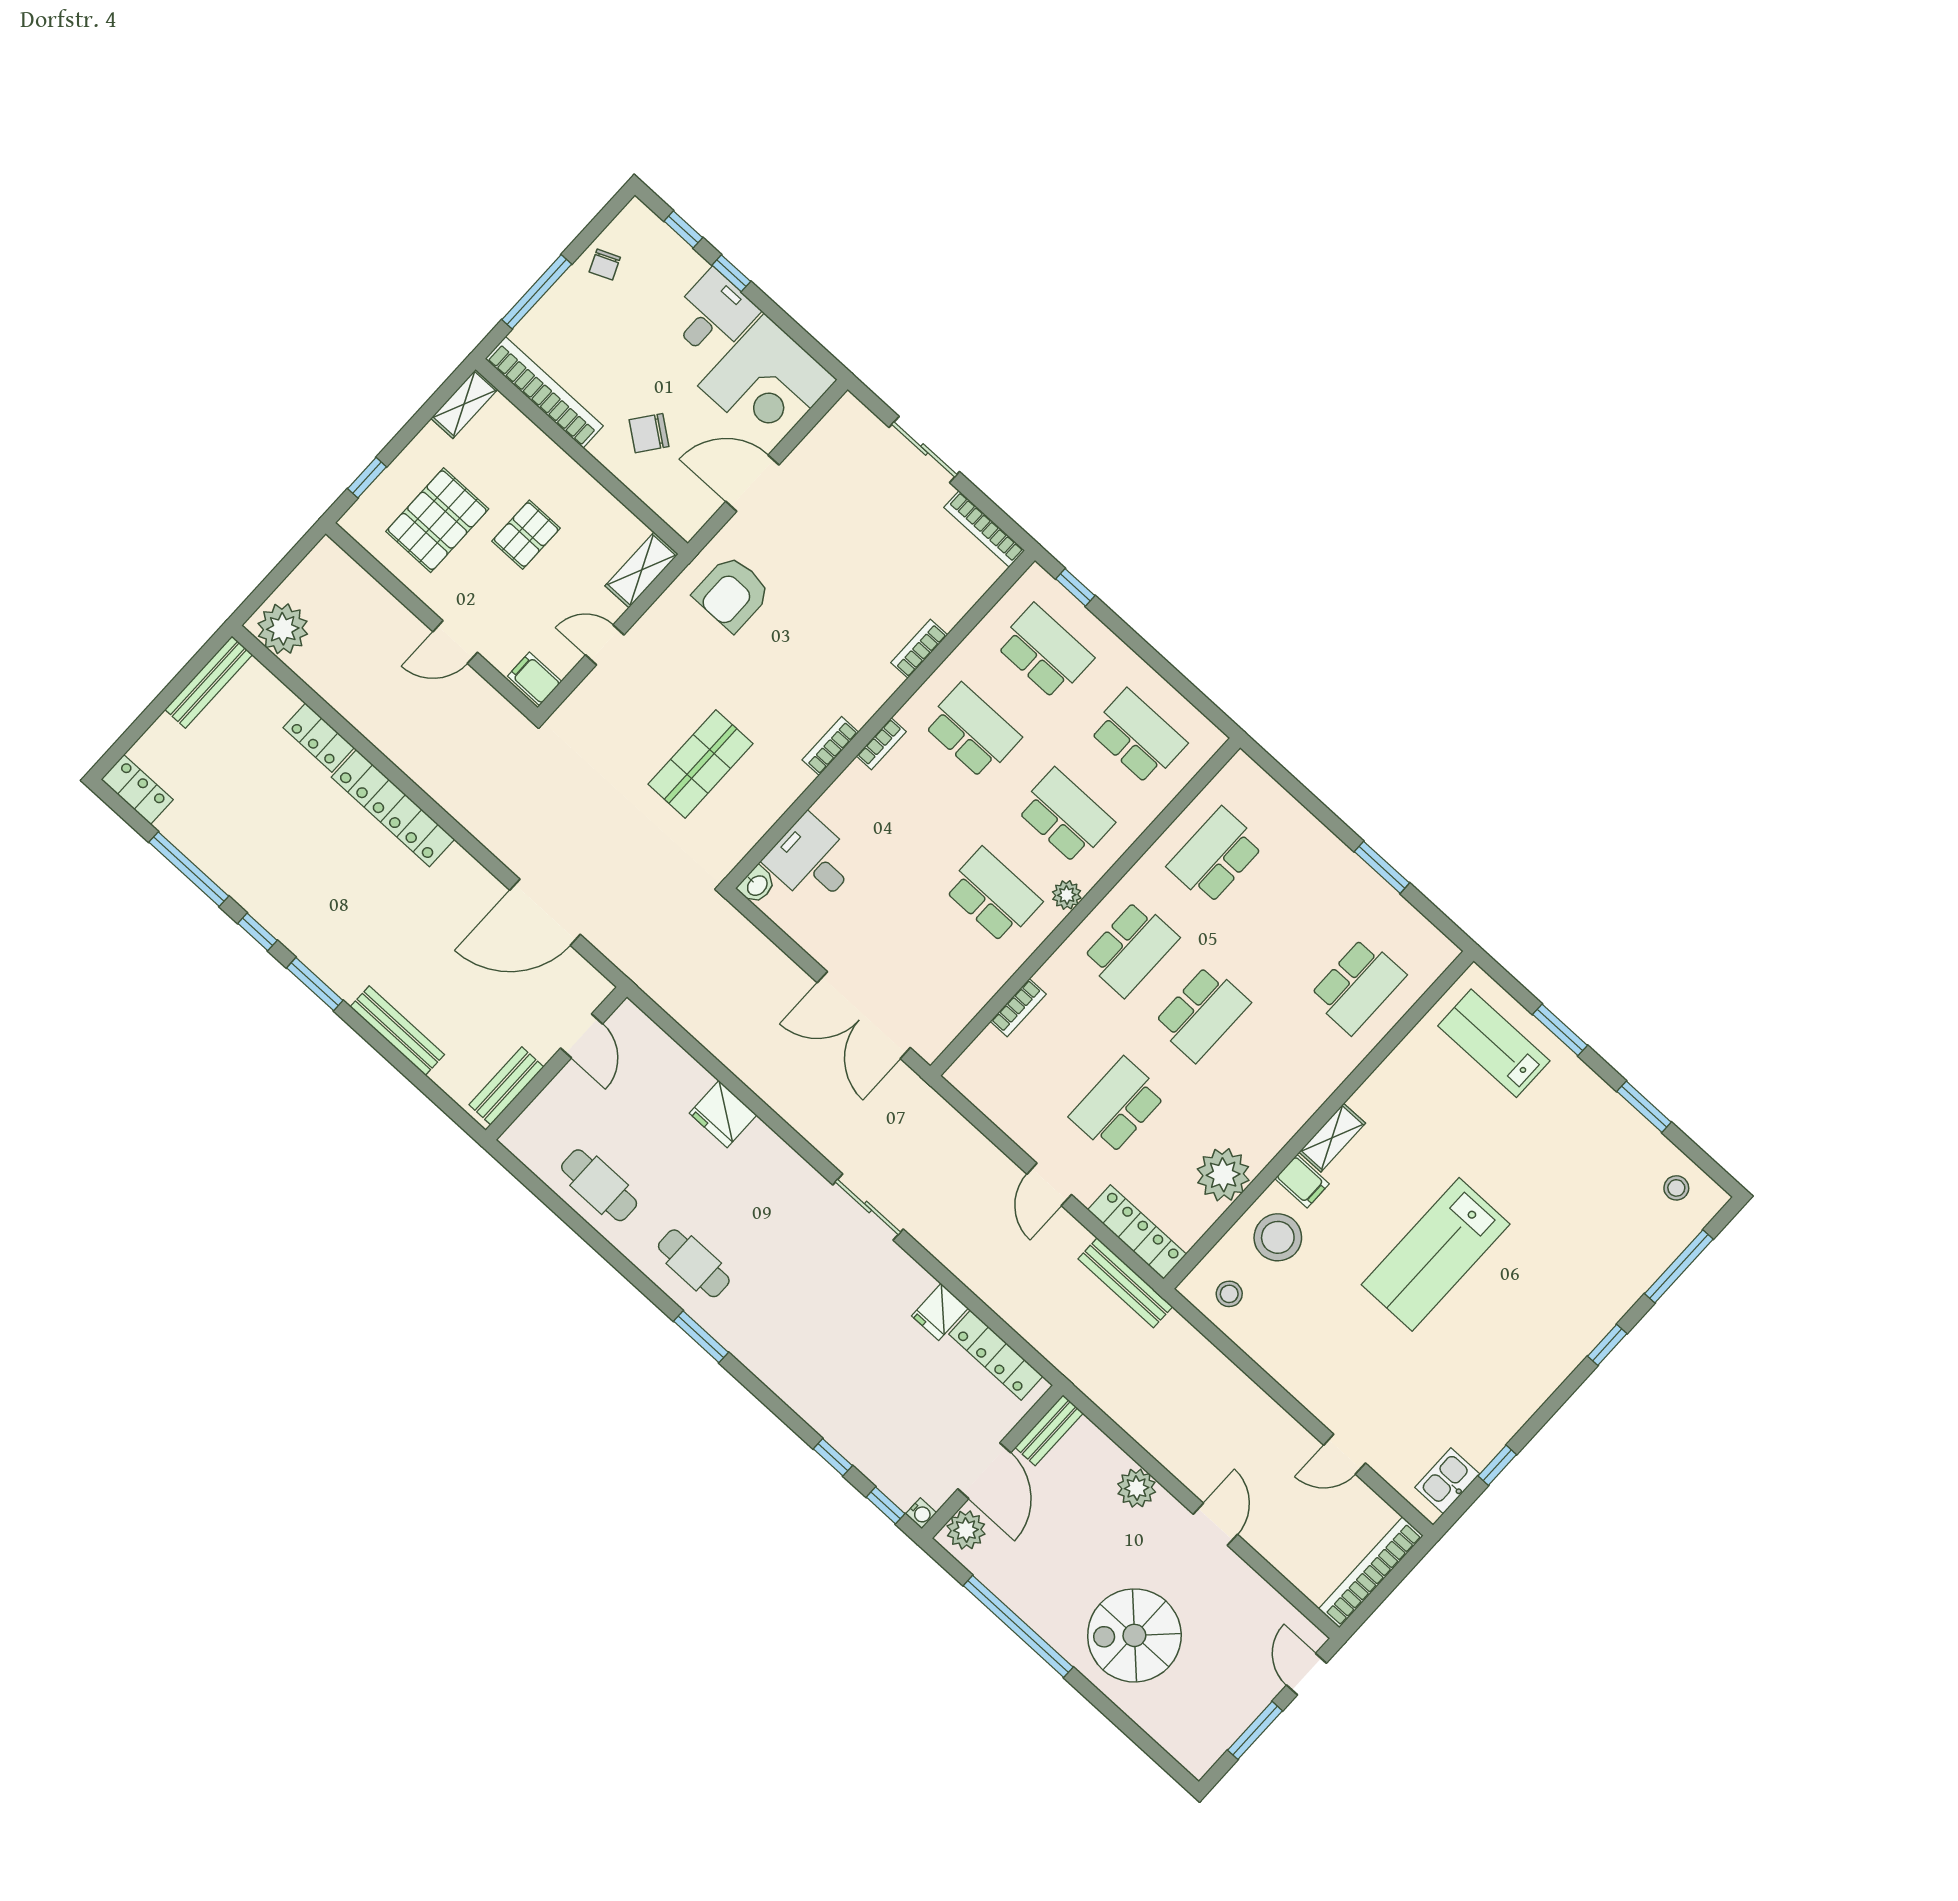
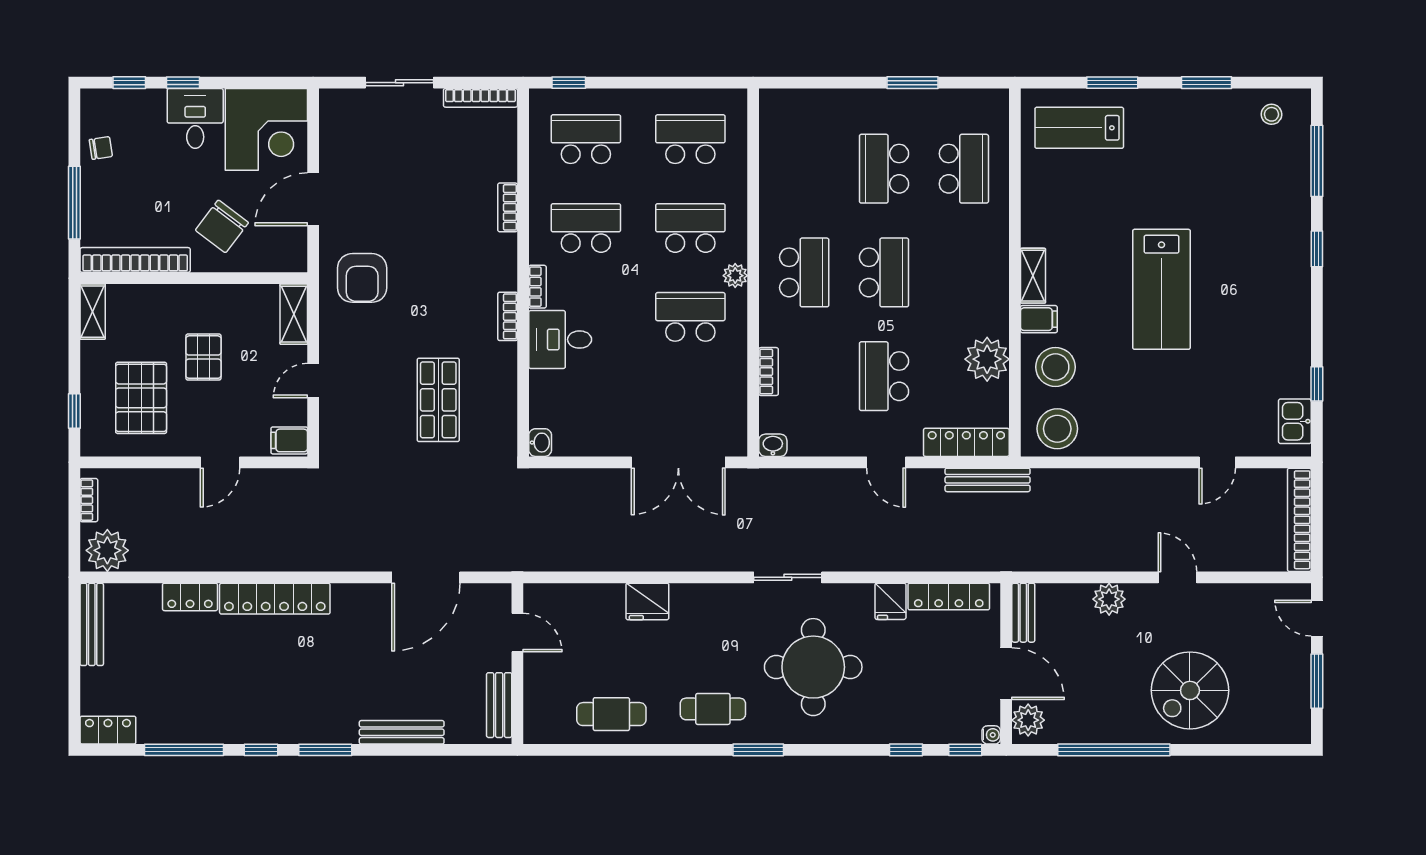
chair: (605, 265) -> (101, 148), turned -76
chair: (649, 433) -> (222, 226), width x1.37, depth x1.37
bookcase: (307, 569) -> (89, 500), added
school desk: (1215, 856) -> (884, 169), moved
desk: (811, 861) -> (560, 340), moved
washbasin: (962, 1077) -> (773, 445), added
stool: (1229, 1294) -> (1057, 429), width x1.89, depth x1.89
round table: (817, 1308) -> (813, 667), added

